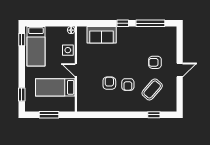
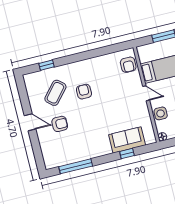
window: (123, 23) -> (127, 154), moved
door: (180, 70) -> (30, 122), swing flipped
armchair: (109, 83) -> (128, 65), moved

